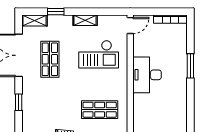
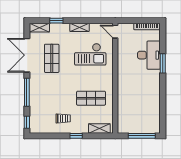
door: (130, 26) -> (115, 32), swing flipped
desk: (147, 75) -> (149, 55), moved, turned 180
window: (19, 102) -> (27, 92), width x2.17

